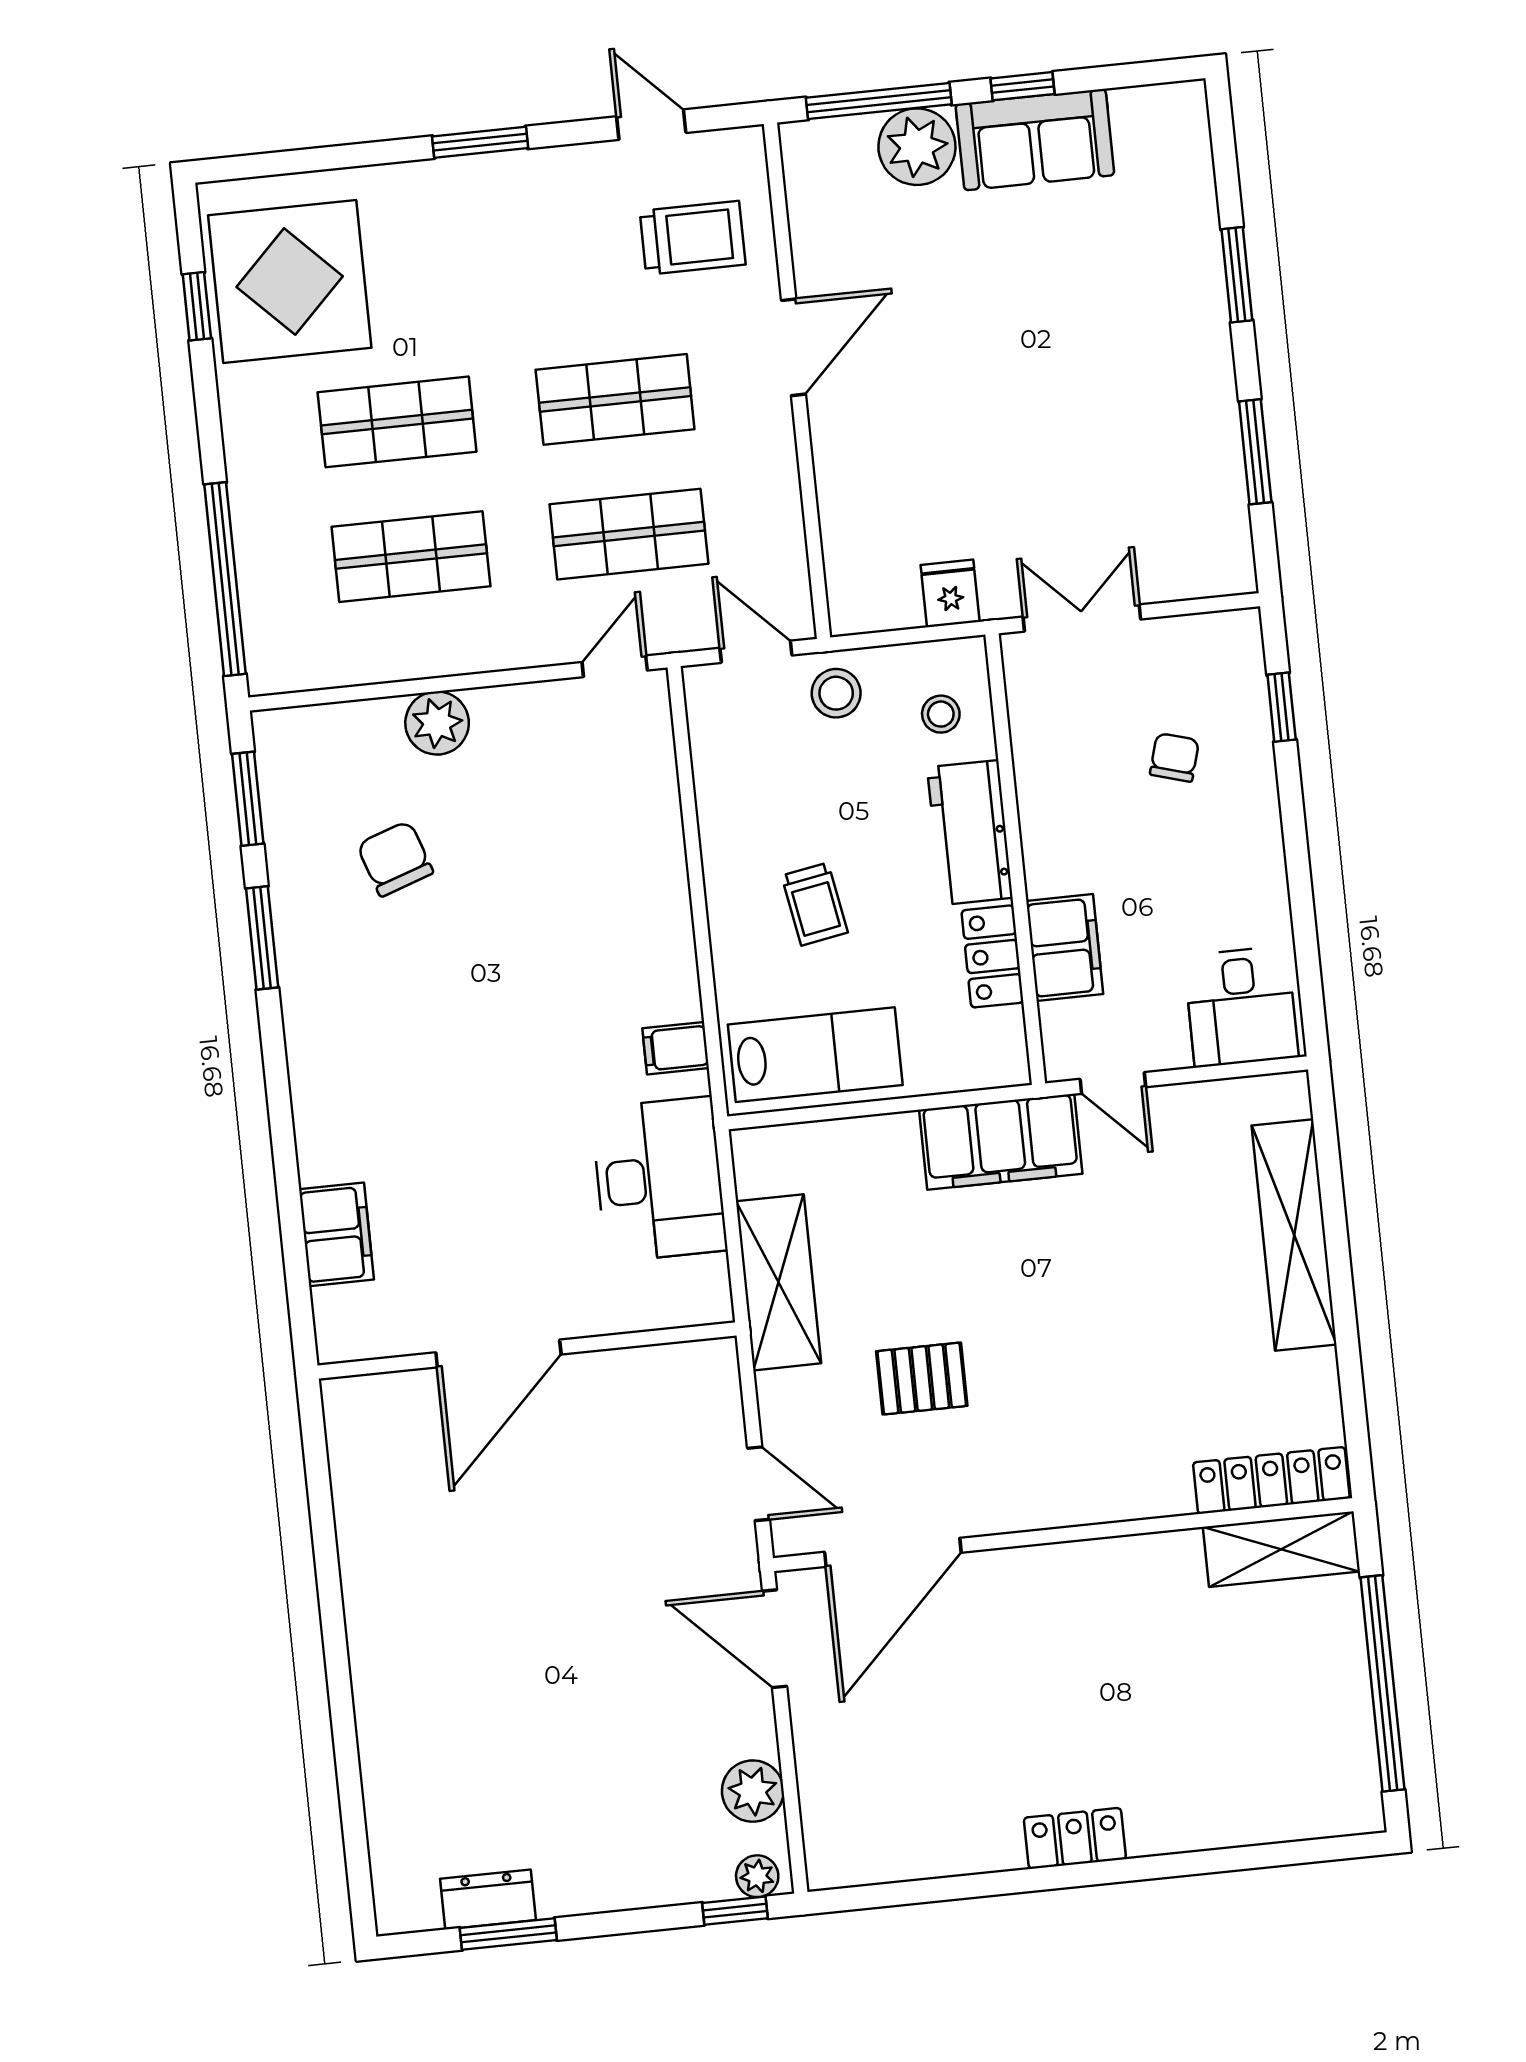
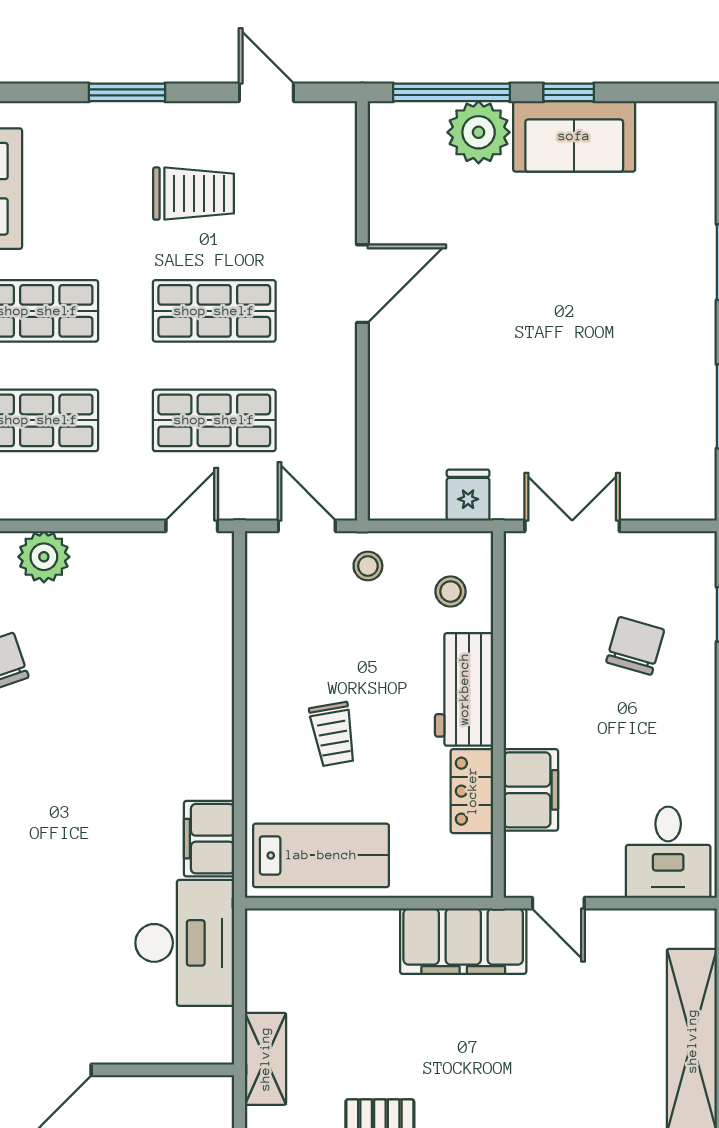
trolley: (693, 238) -> (194, 194), moved
stool: (836, 693) -> (368, 566), width x0.73, depth x0.73
chair: (1174, 757) -> (635, 646), width x1.37, depth x1.37
filing cabinet: (676, 1048) -> (209, 839), width x2.00
shelving: (778, 1282) -> (265, 1059), width x0.67, depth x0.75

